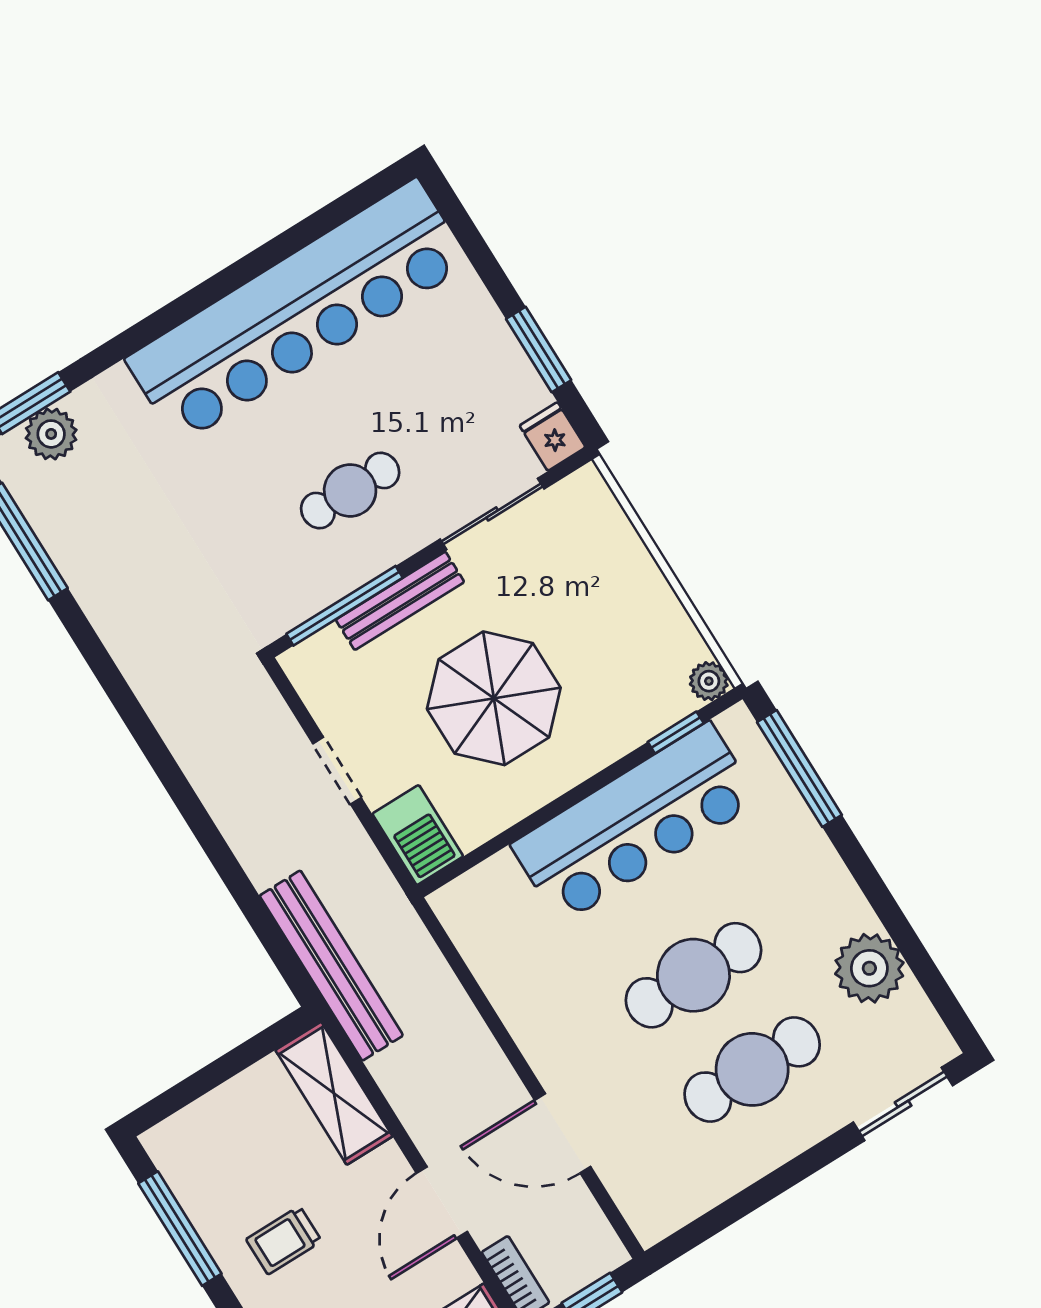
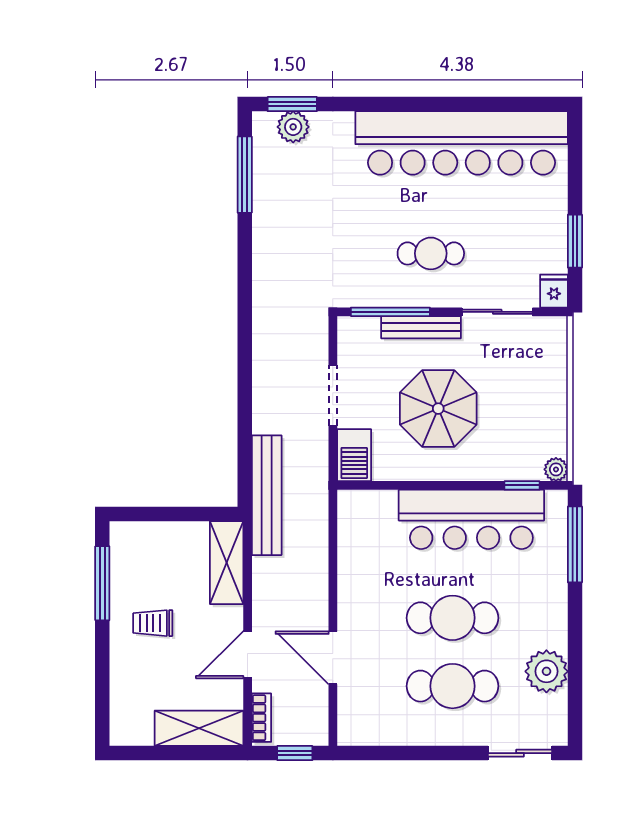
doorway: (337, 771) -> (333, 395), width x1.38

